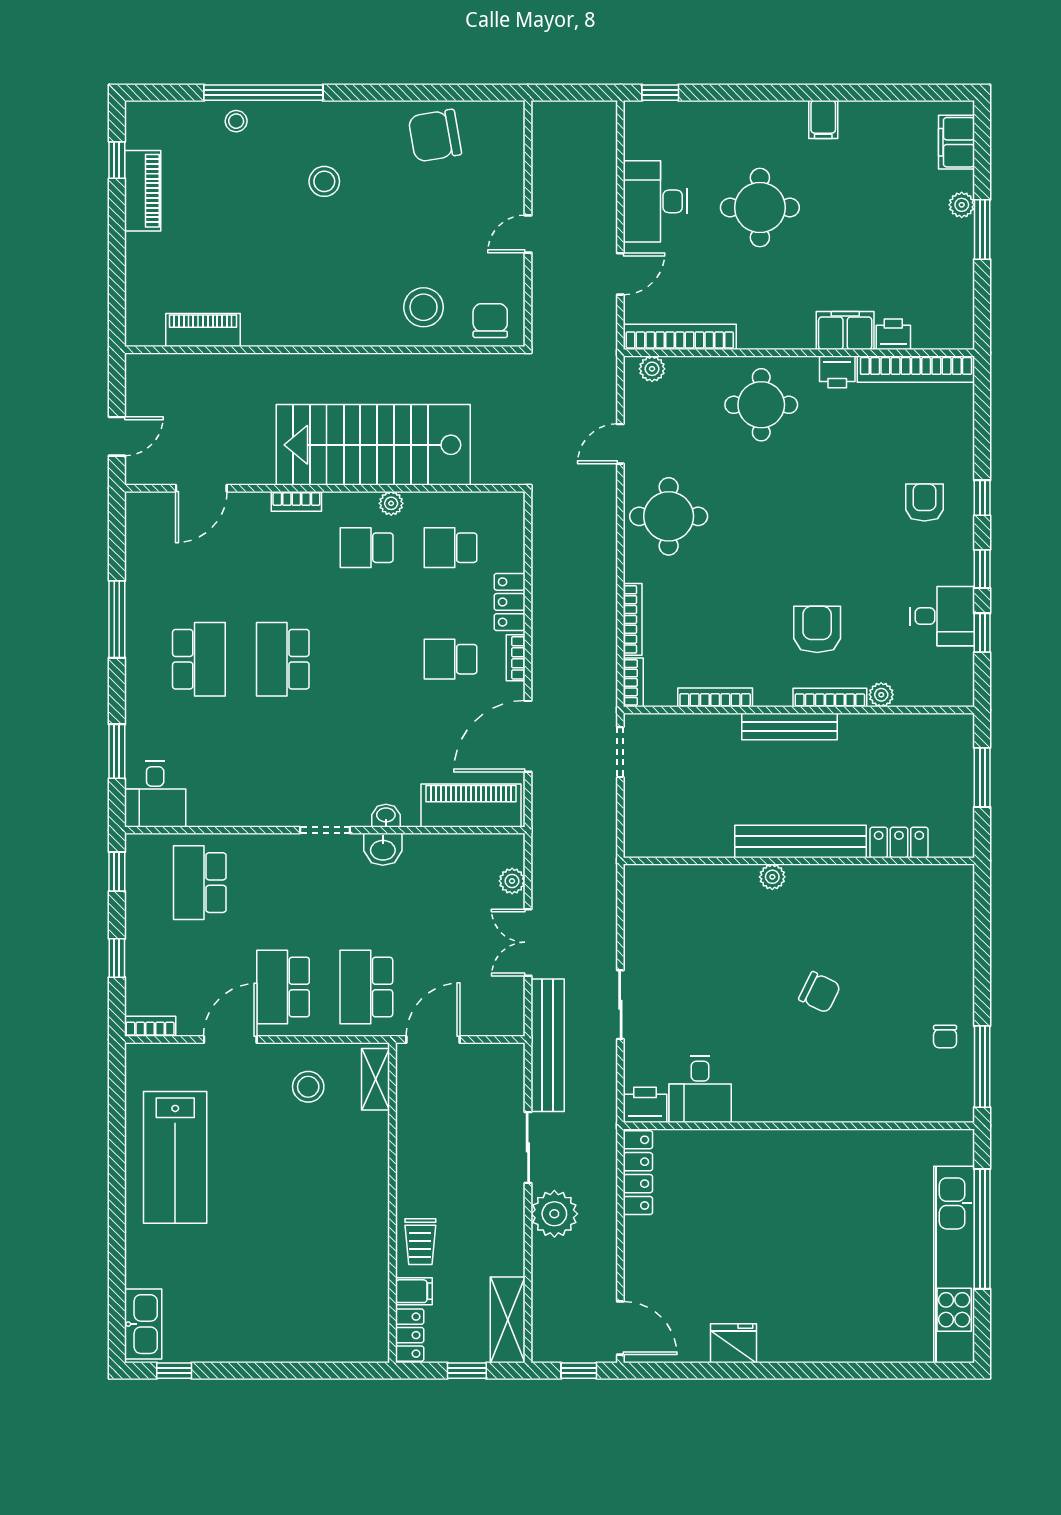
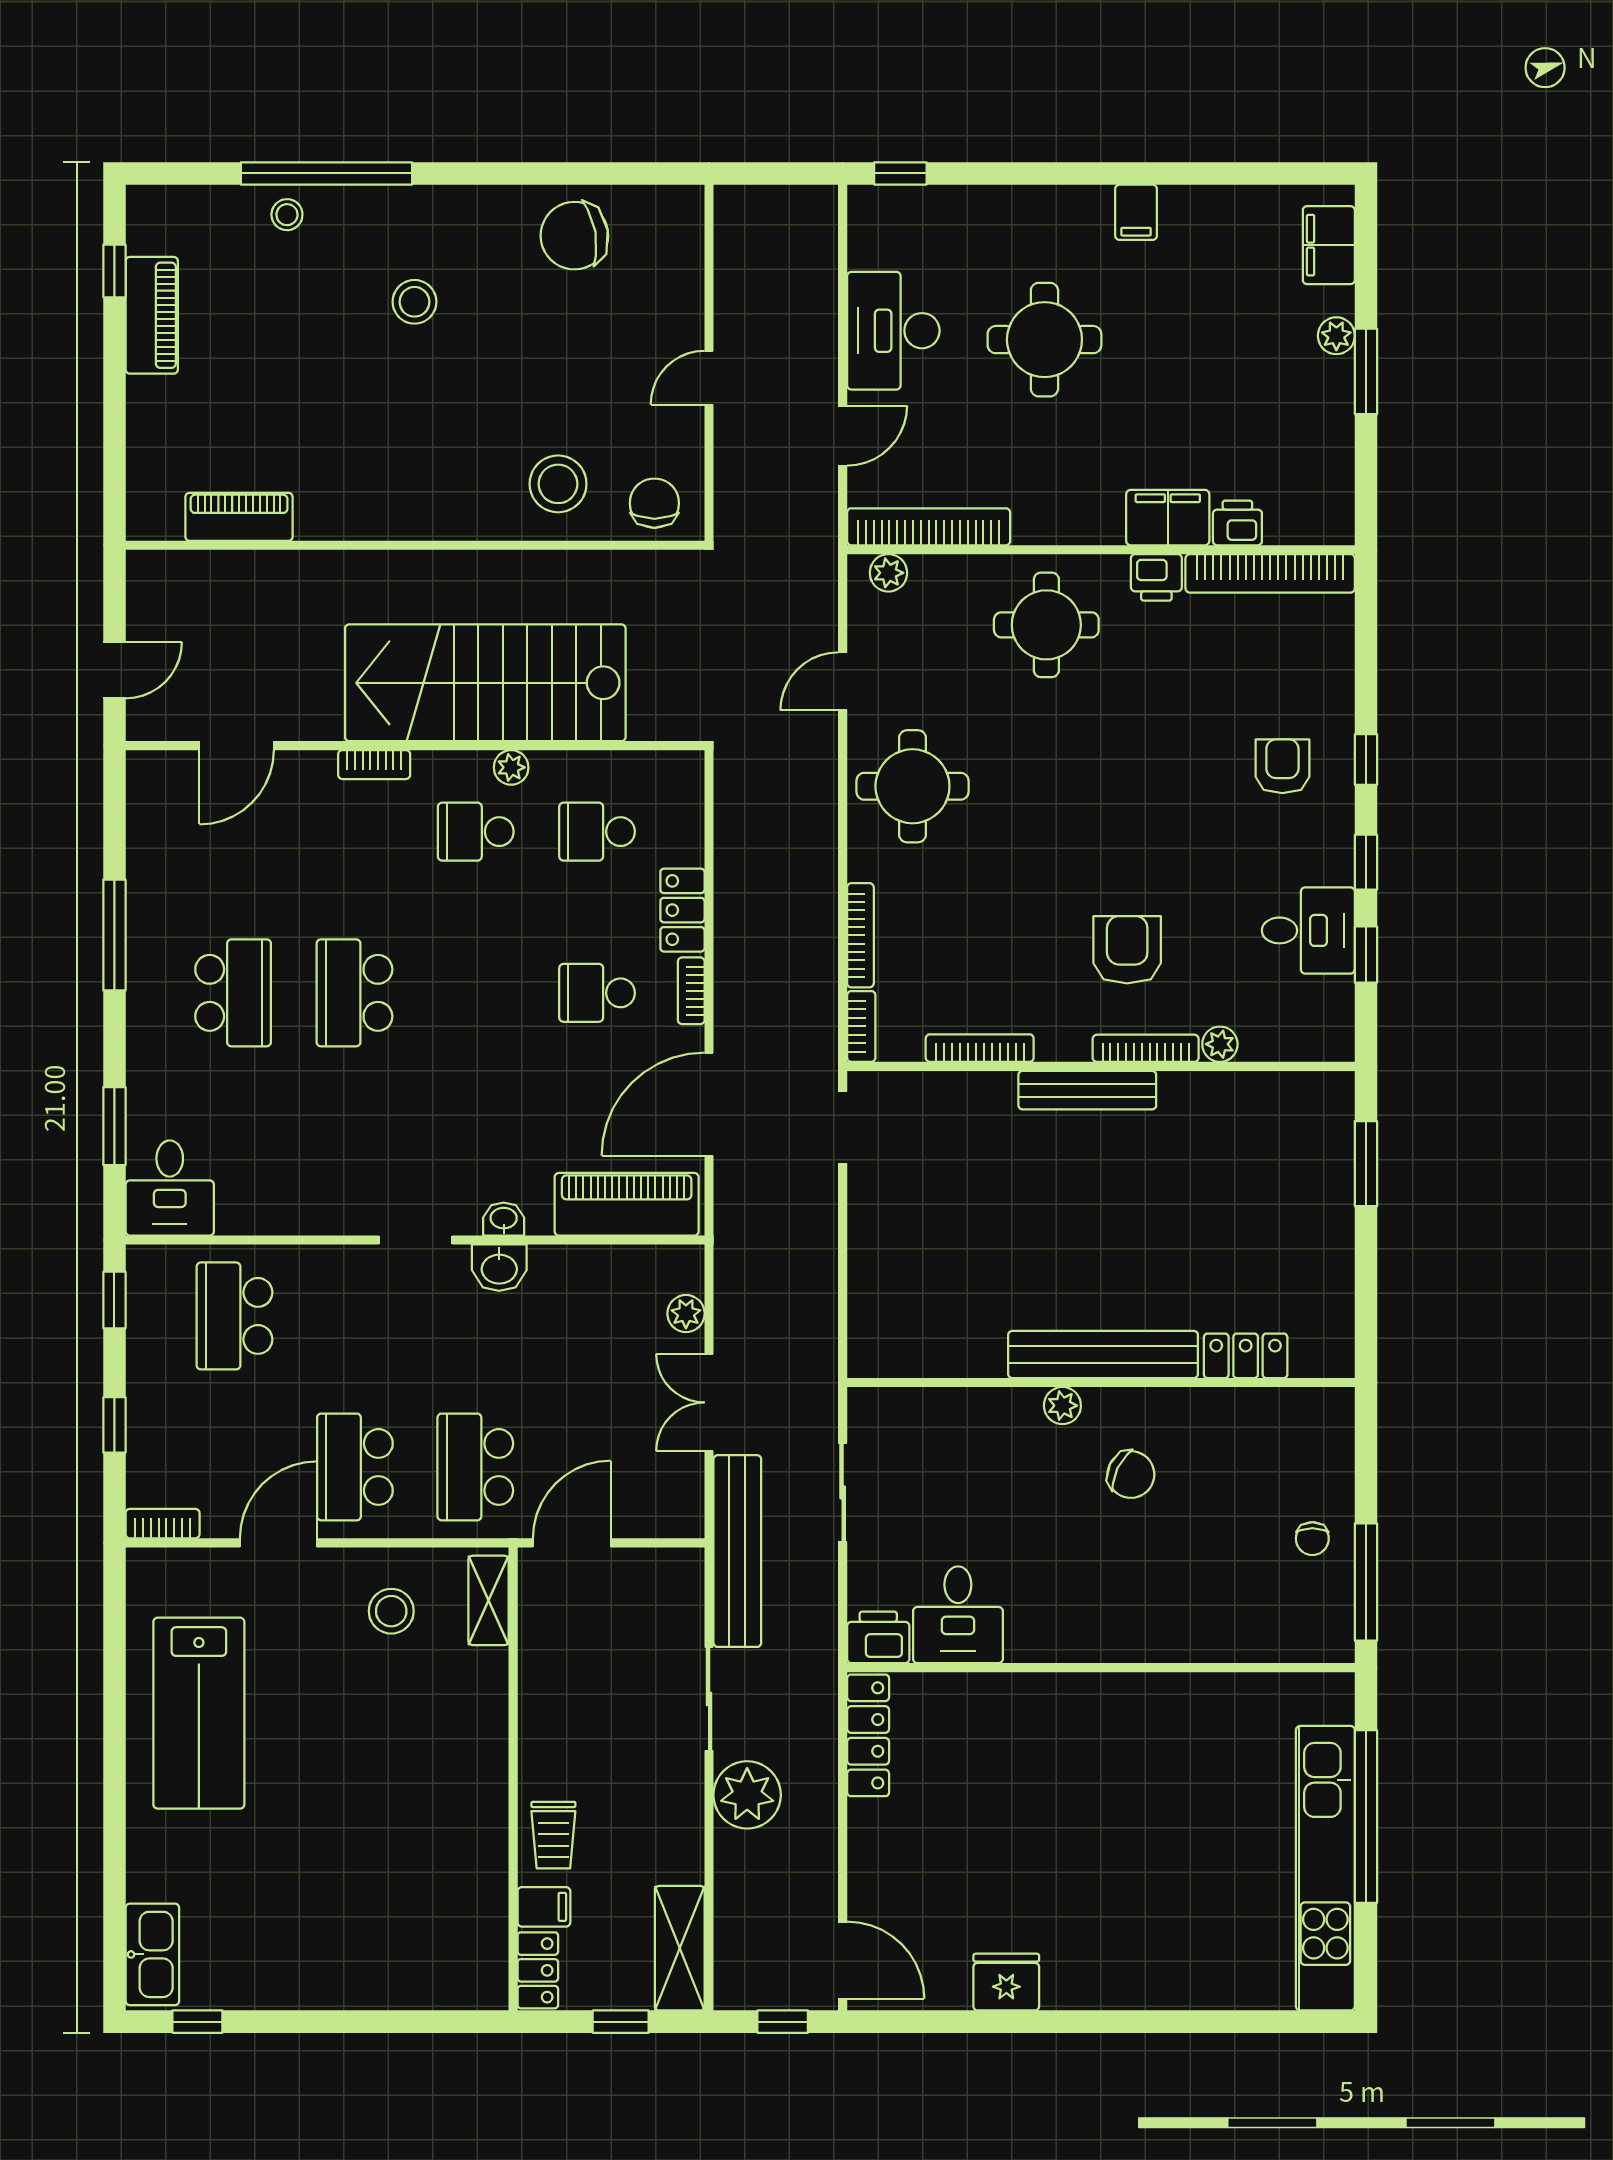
bench: (800, 842) -> (1103, 1354), moved
locker: (899, 842) -> (1246, 1356), moved
wall: (799, 861) -> (1101, 1383), moved
plant: (772, 877) -> (1062, 1406), moved

